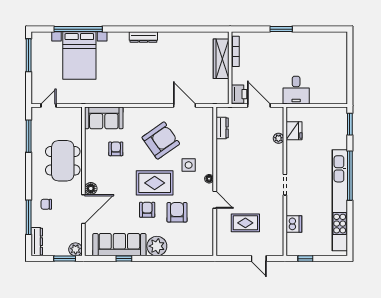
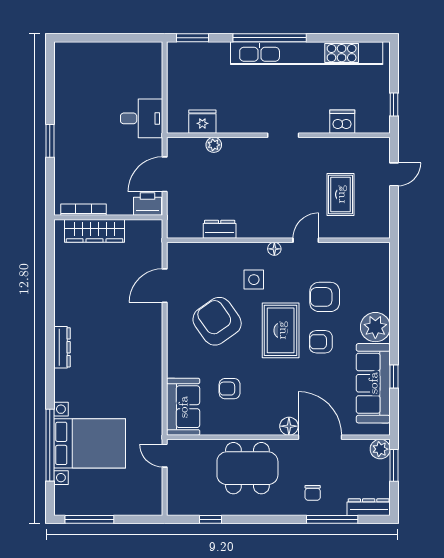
door: (48, 106) -> (165, 456), moved
dresser: (222, 128) -> (220, 229), moved
window: (29, 136) -> (210, 519), width x0.46

